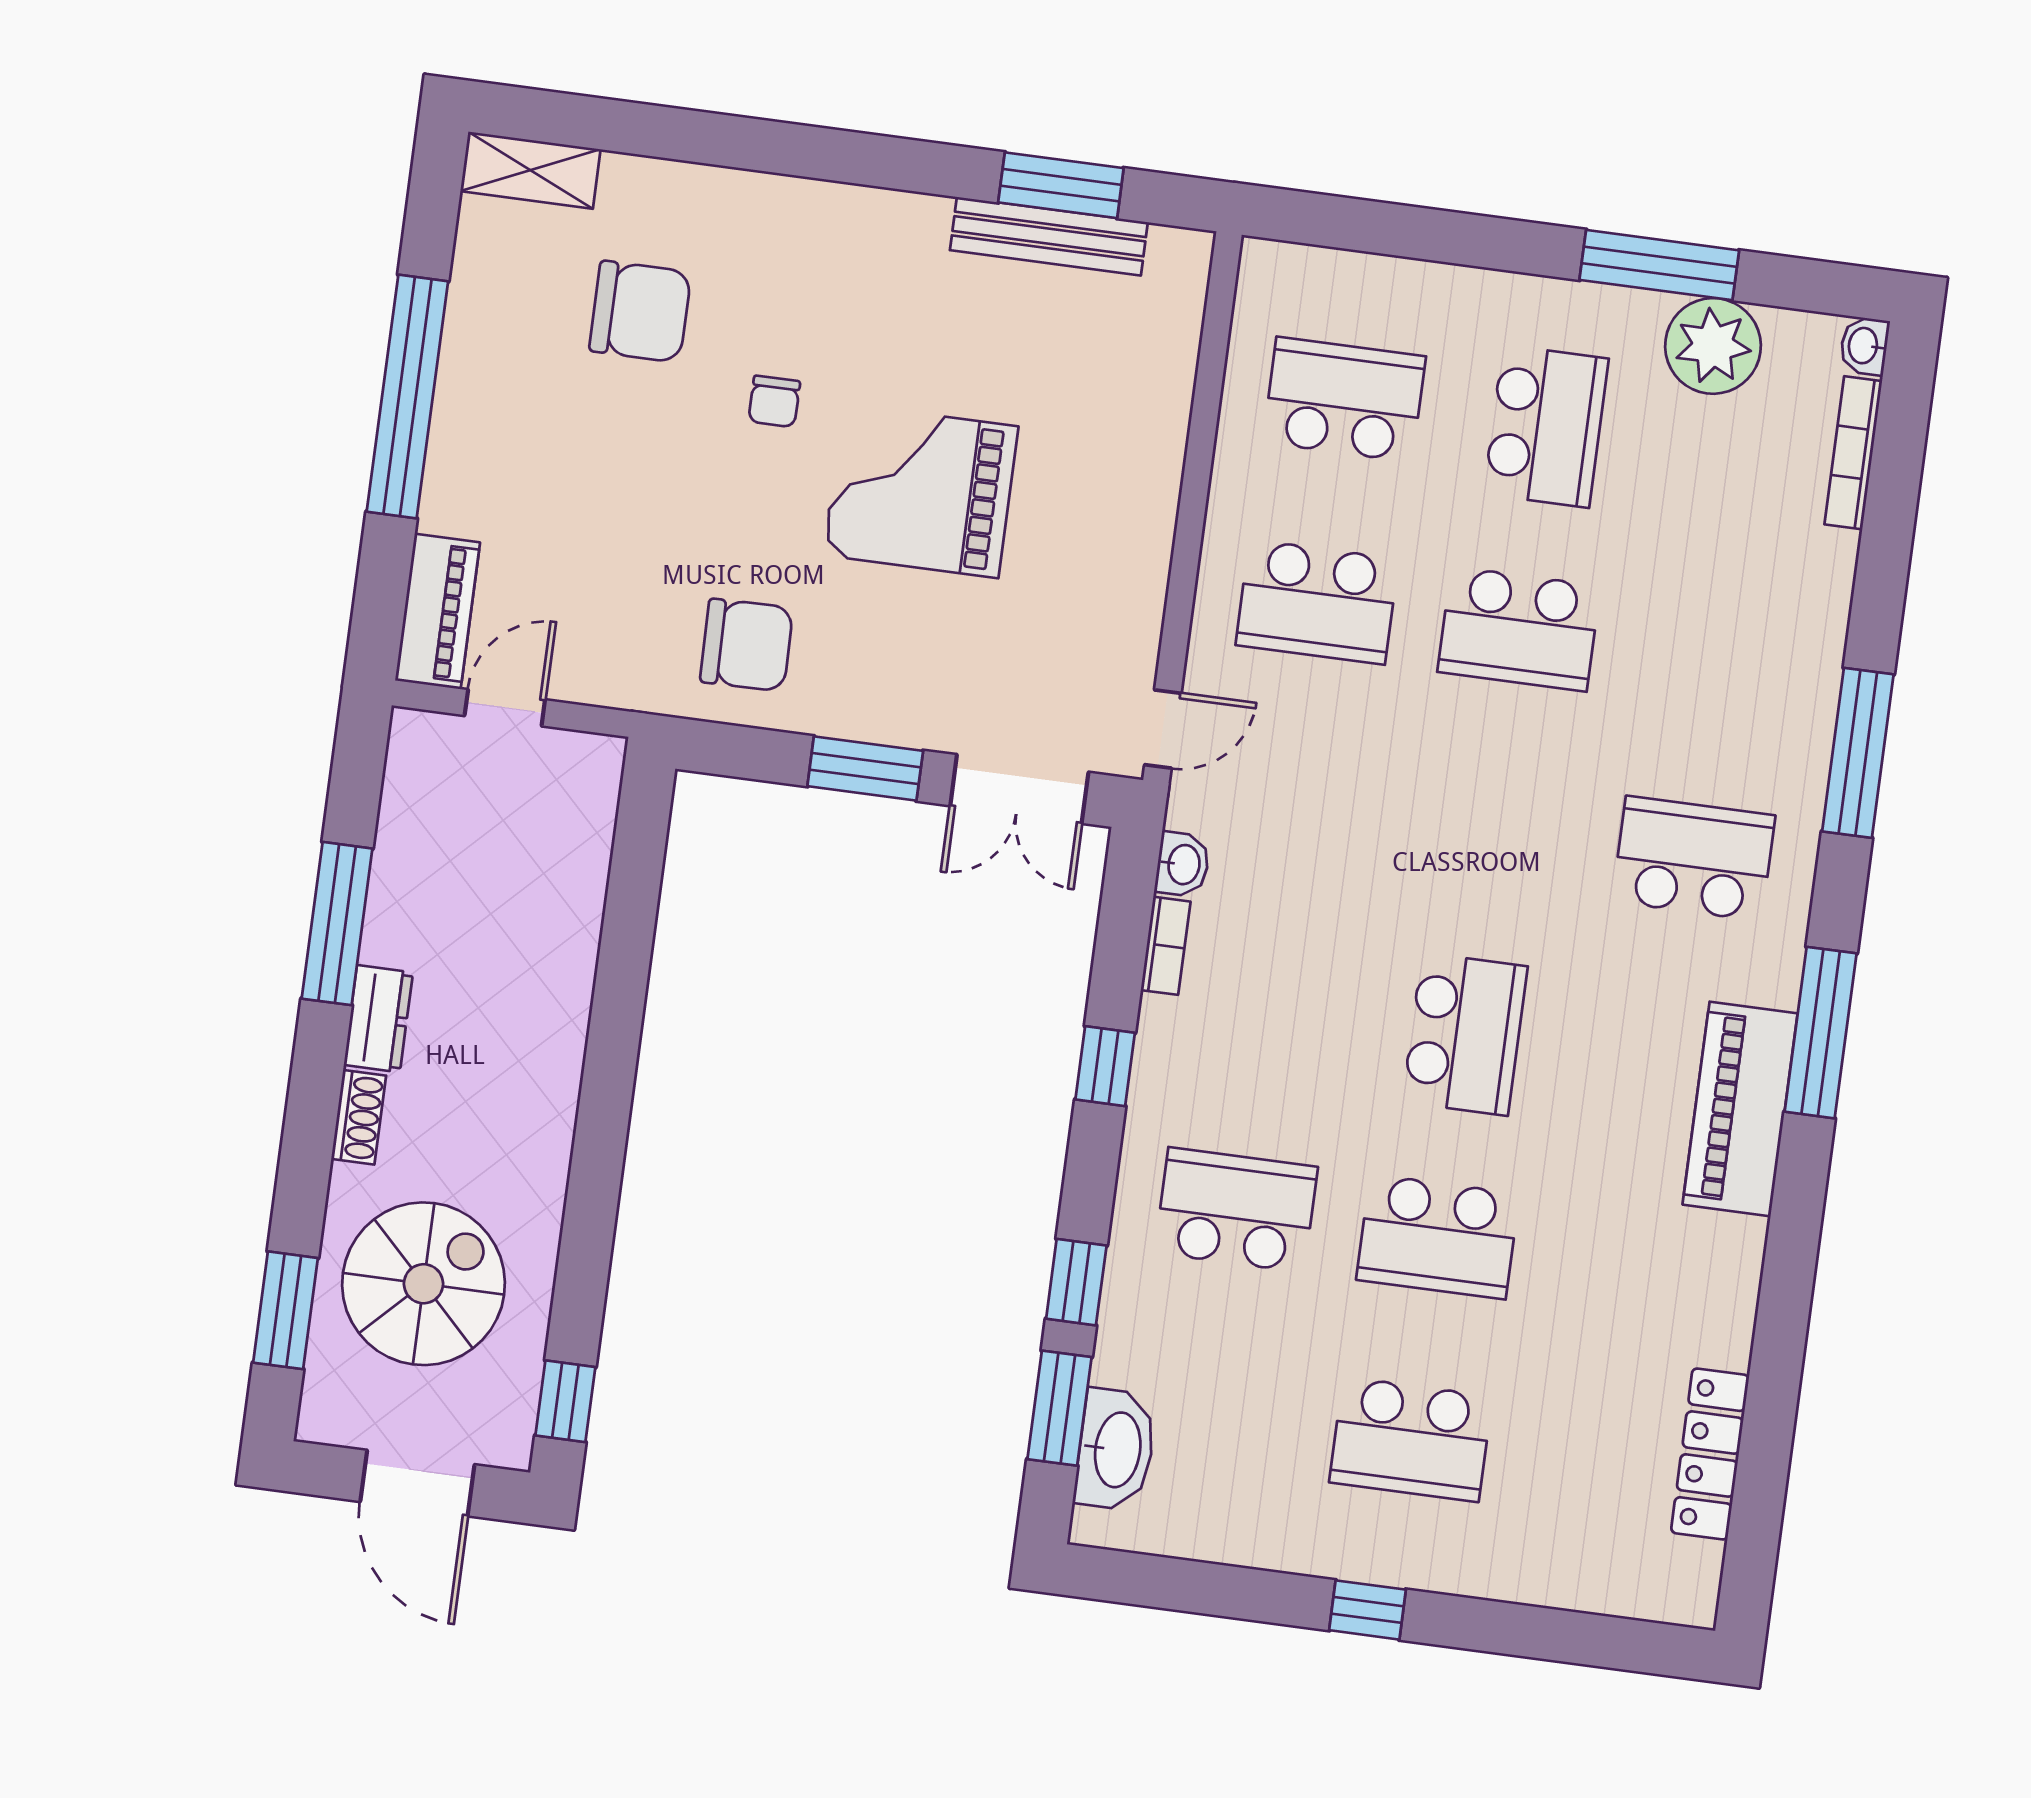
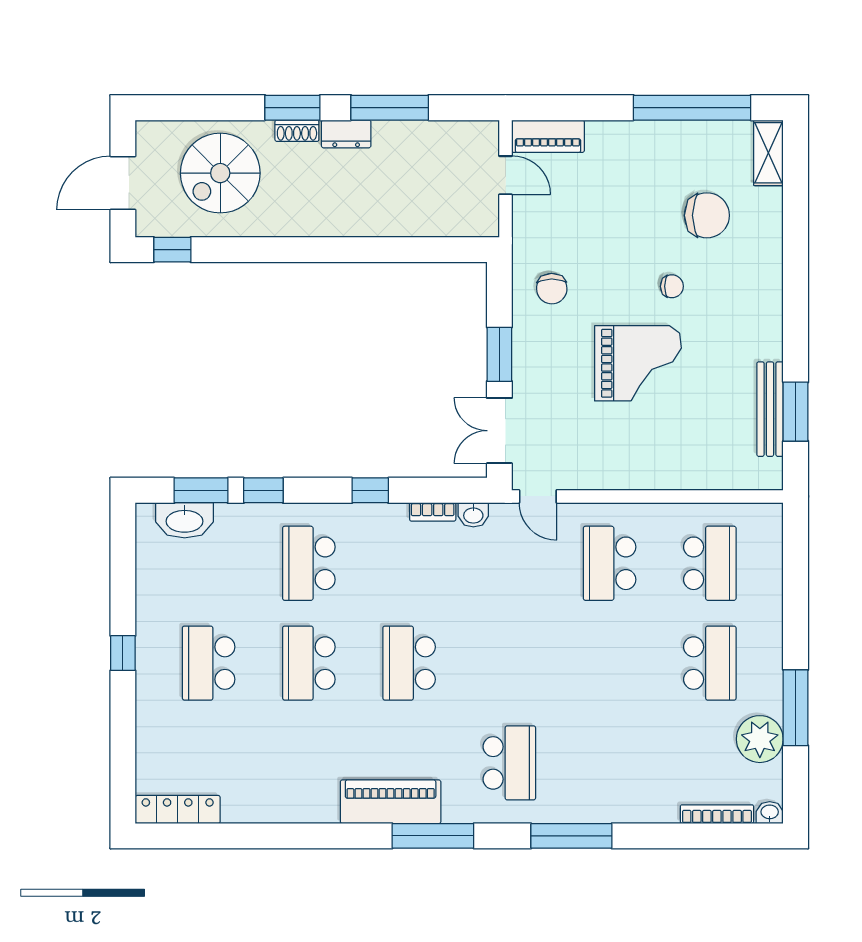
chair: (640, 312) -> (707, 215), turned -90
window: (407, 396) -> (692, 108), moved
chair: (774, 401) -> (672, 286), turned 180
school desk: (1546, 426) -> (710, 663), turned -90
grand piano: (921, 491) -> (638, 363), turned 90
school desk: (1519, 629) -> (610, 663), removed
chair: (747, 645) -> (552, 289), width x0.73, depth x0.73
school desk: (1465, 1034) -> (409, 663), turned 90
school desk: (1236, 1210) -> (309, 563), turned 180
spiral stairs: (424, 1284) -> (220, 173), turned 90
window: (285, 1310) -> (292, 108), moved
locker: (1710, 1454) -> (178, 809), moved

